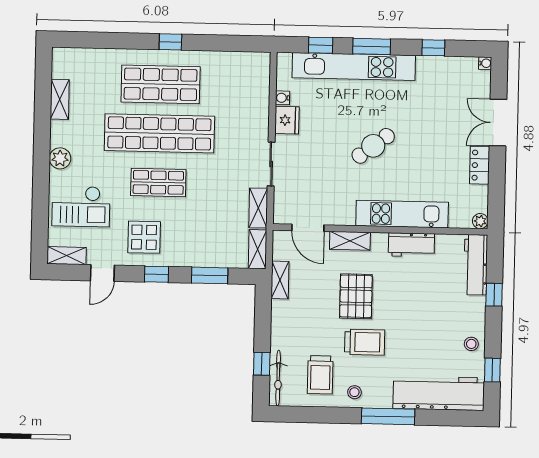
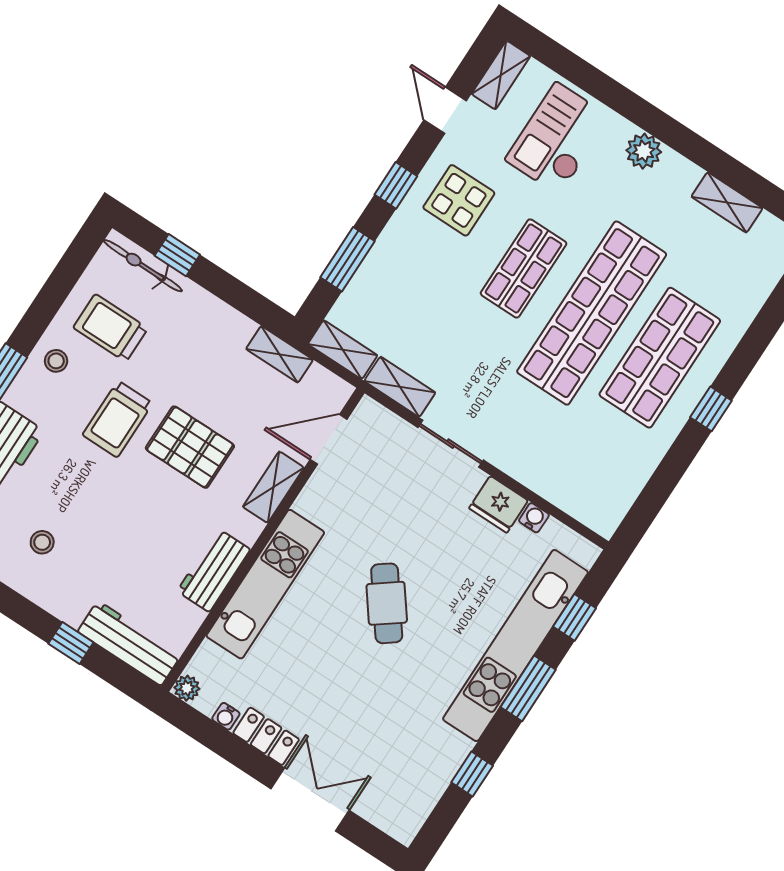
water cooler: (485, 63) -> (226, 716), moved
stool: (471, 344) -> (42, 542), moved

